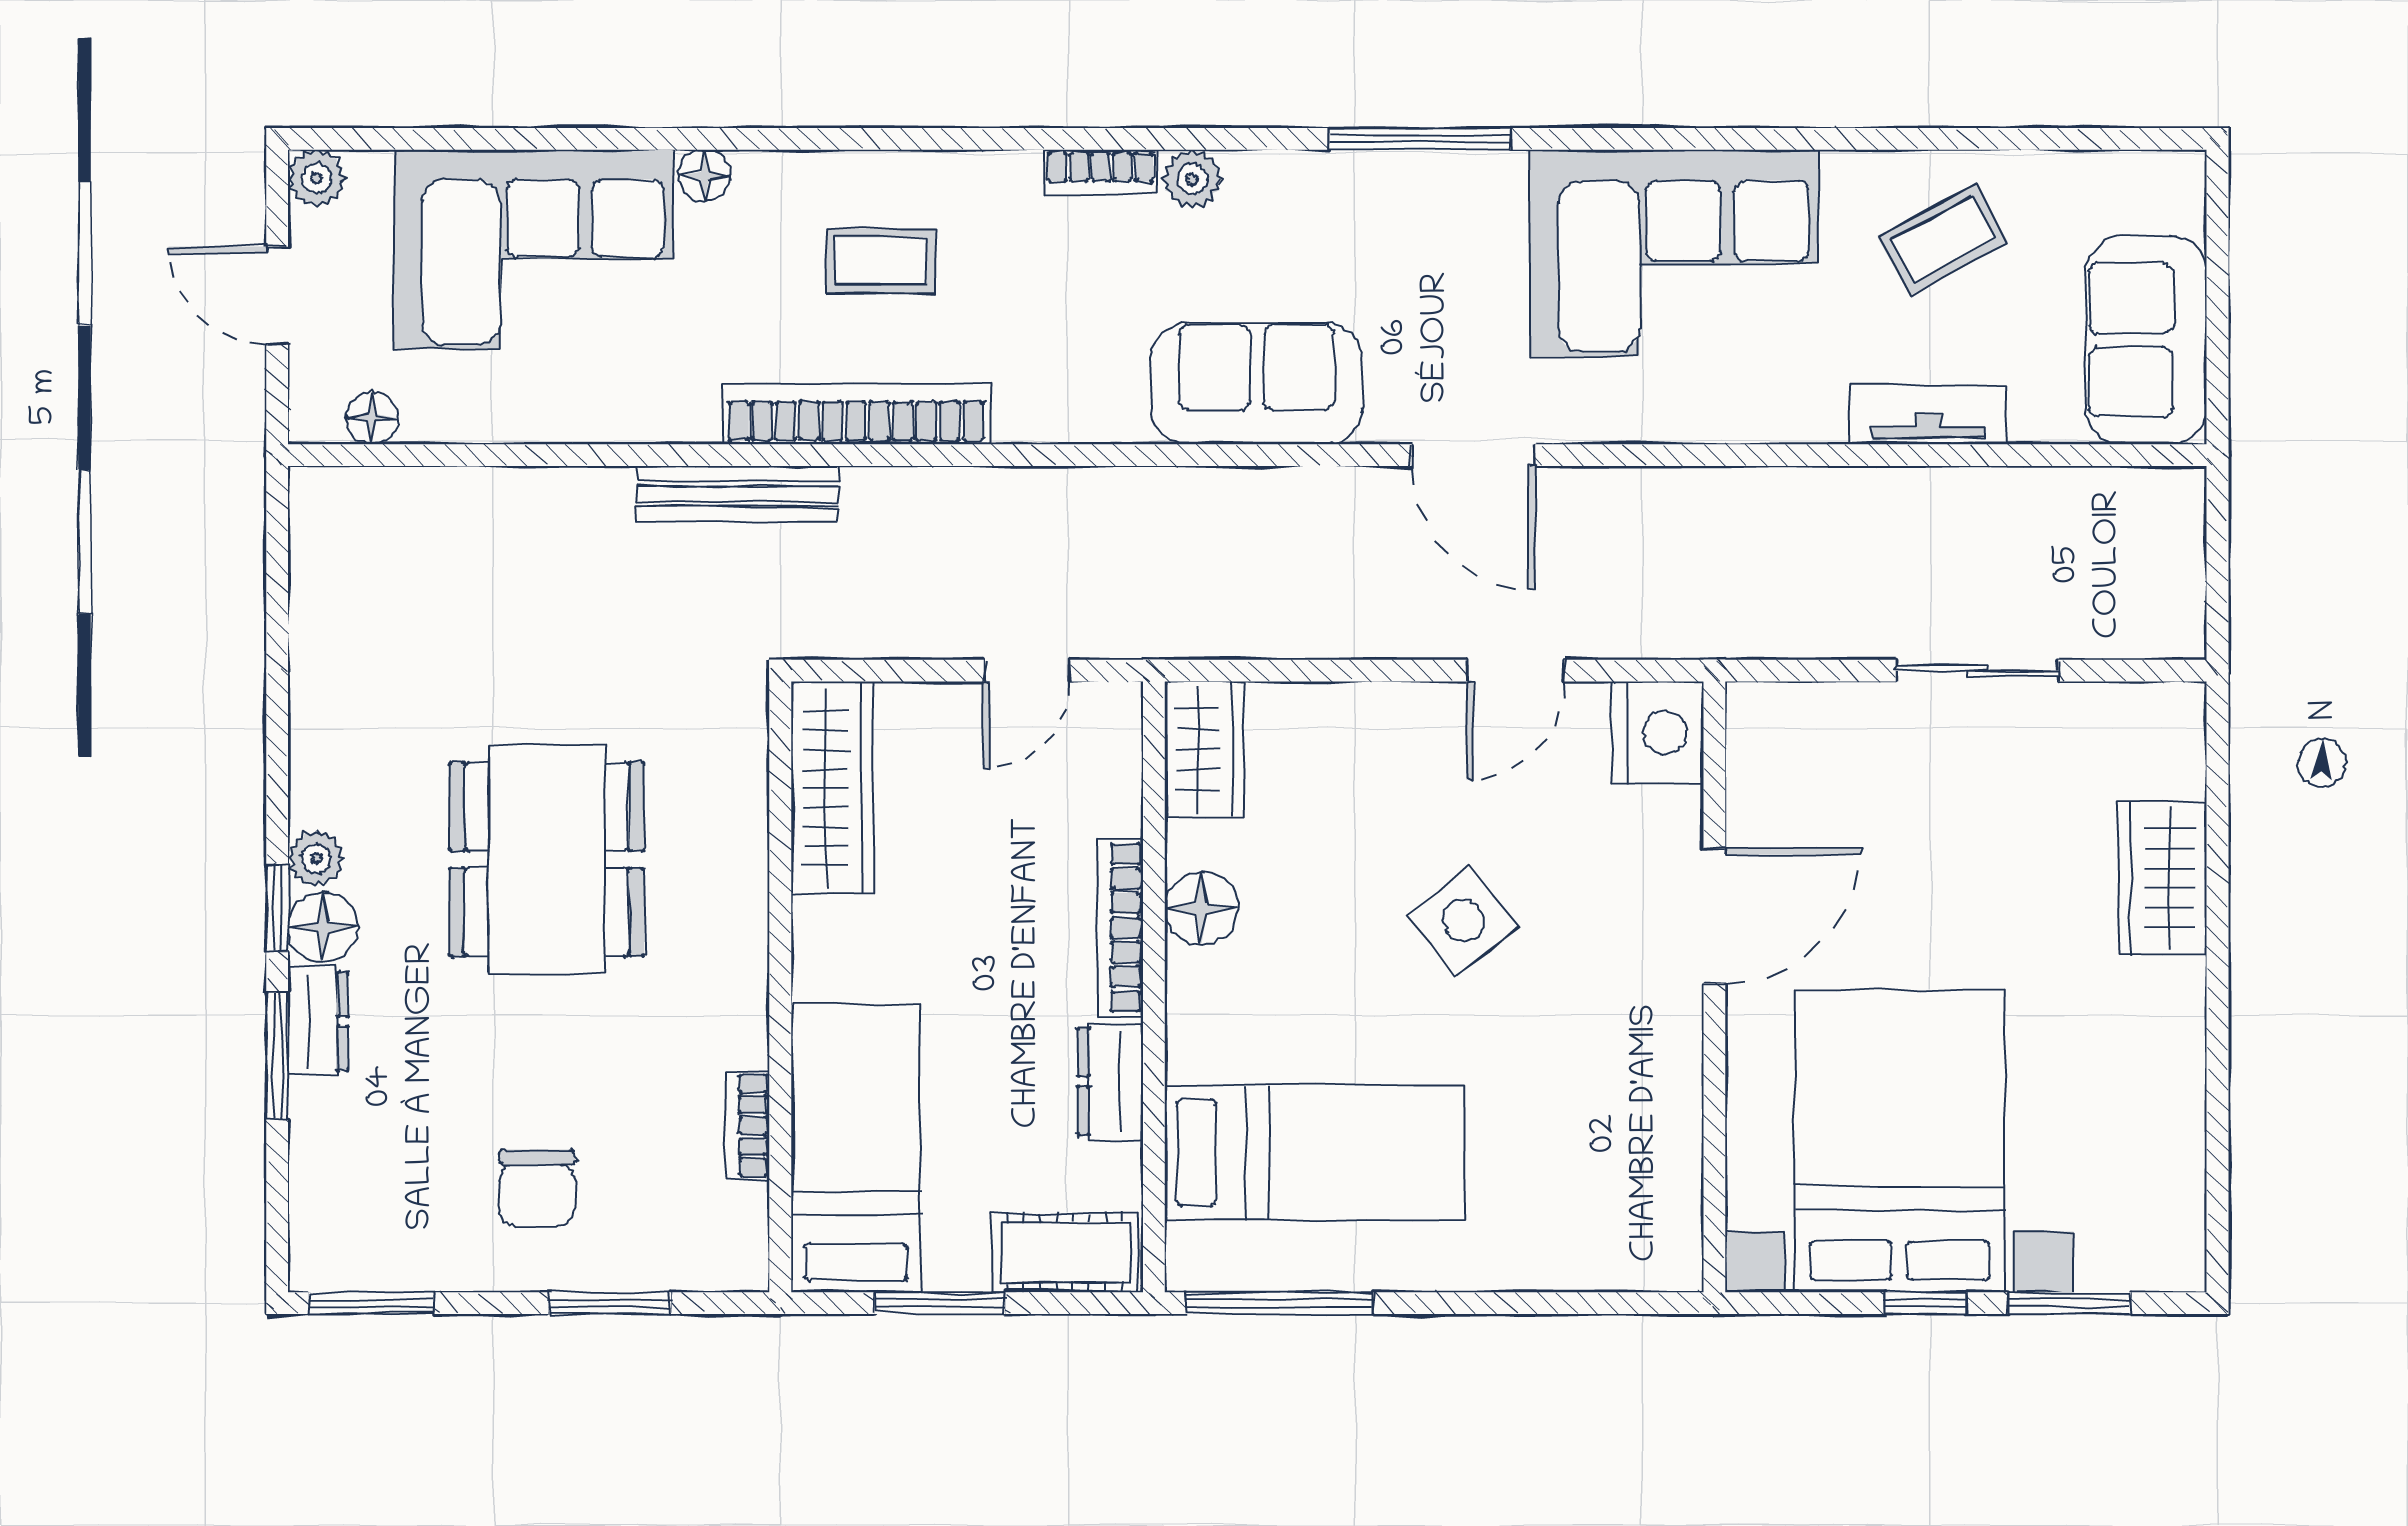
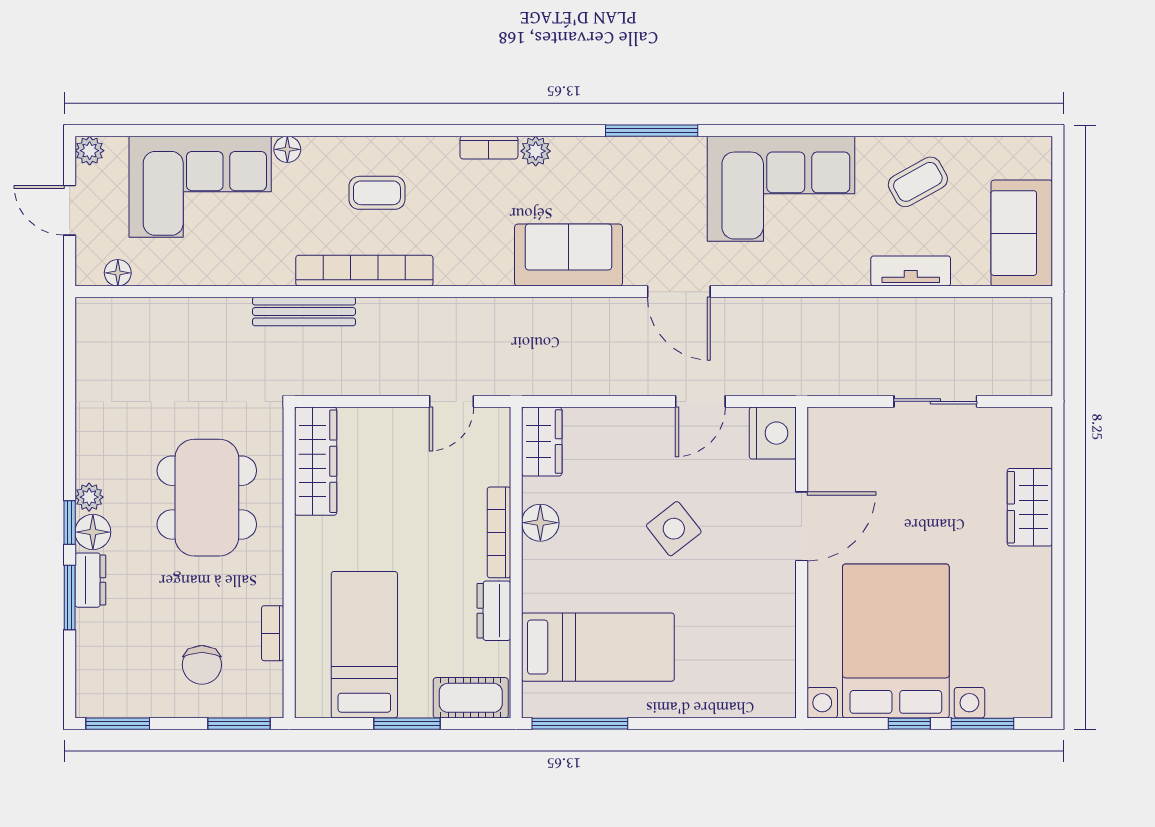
wardrobe: (832, 788) -> (316, 461), moved
wall: (780, 987) -> (289, 563), moved
bookcase: (748, 1126) -> (273, 633), moved

